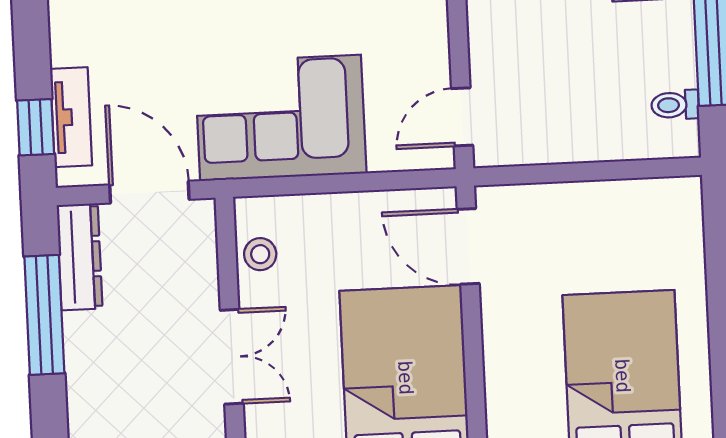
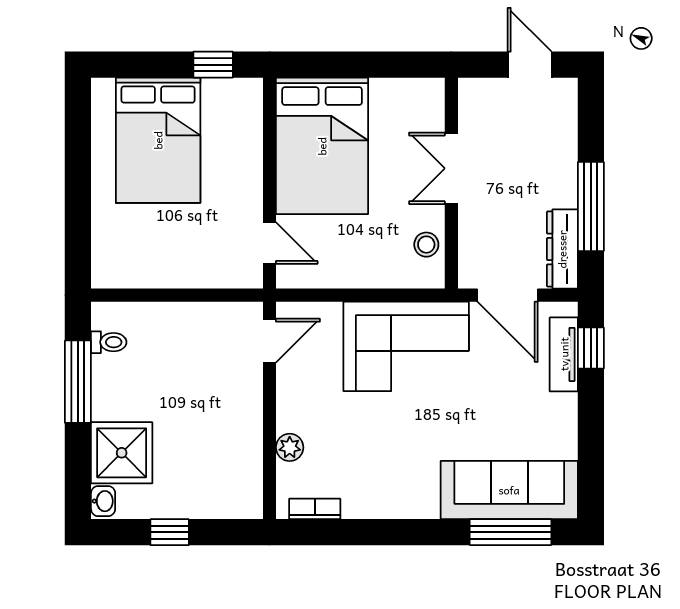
door: (468, 246) -> (269, 243), width x0.73

